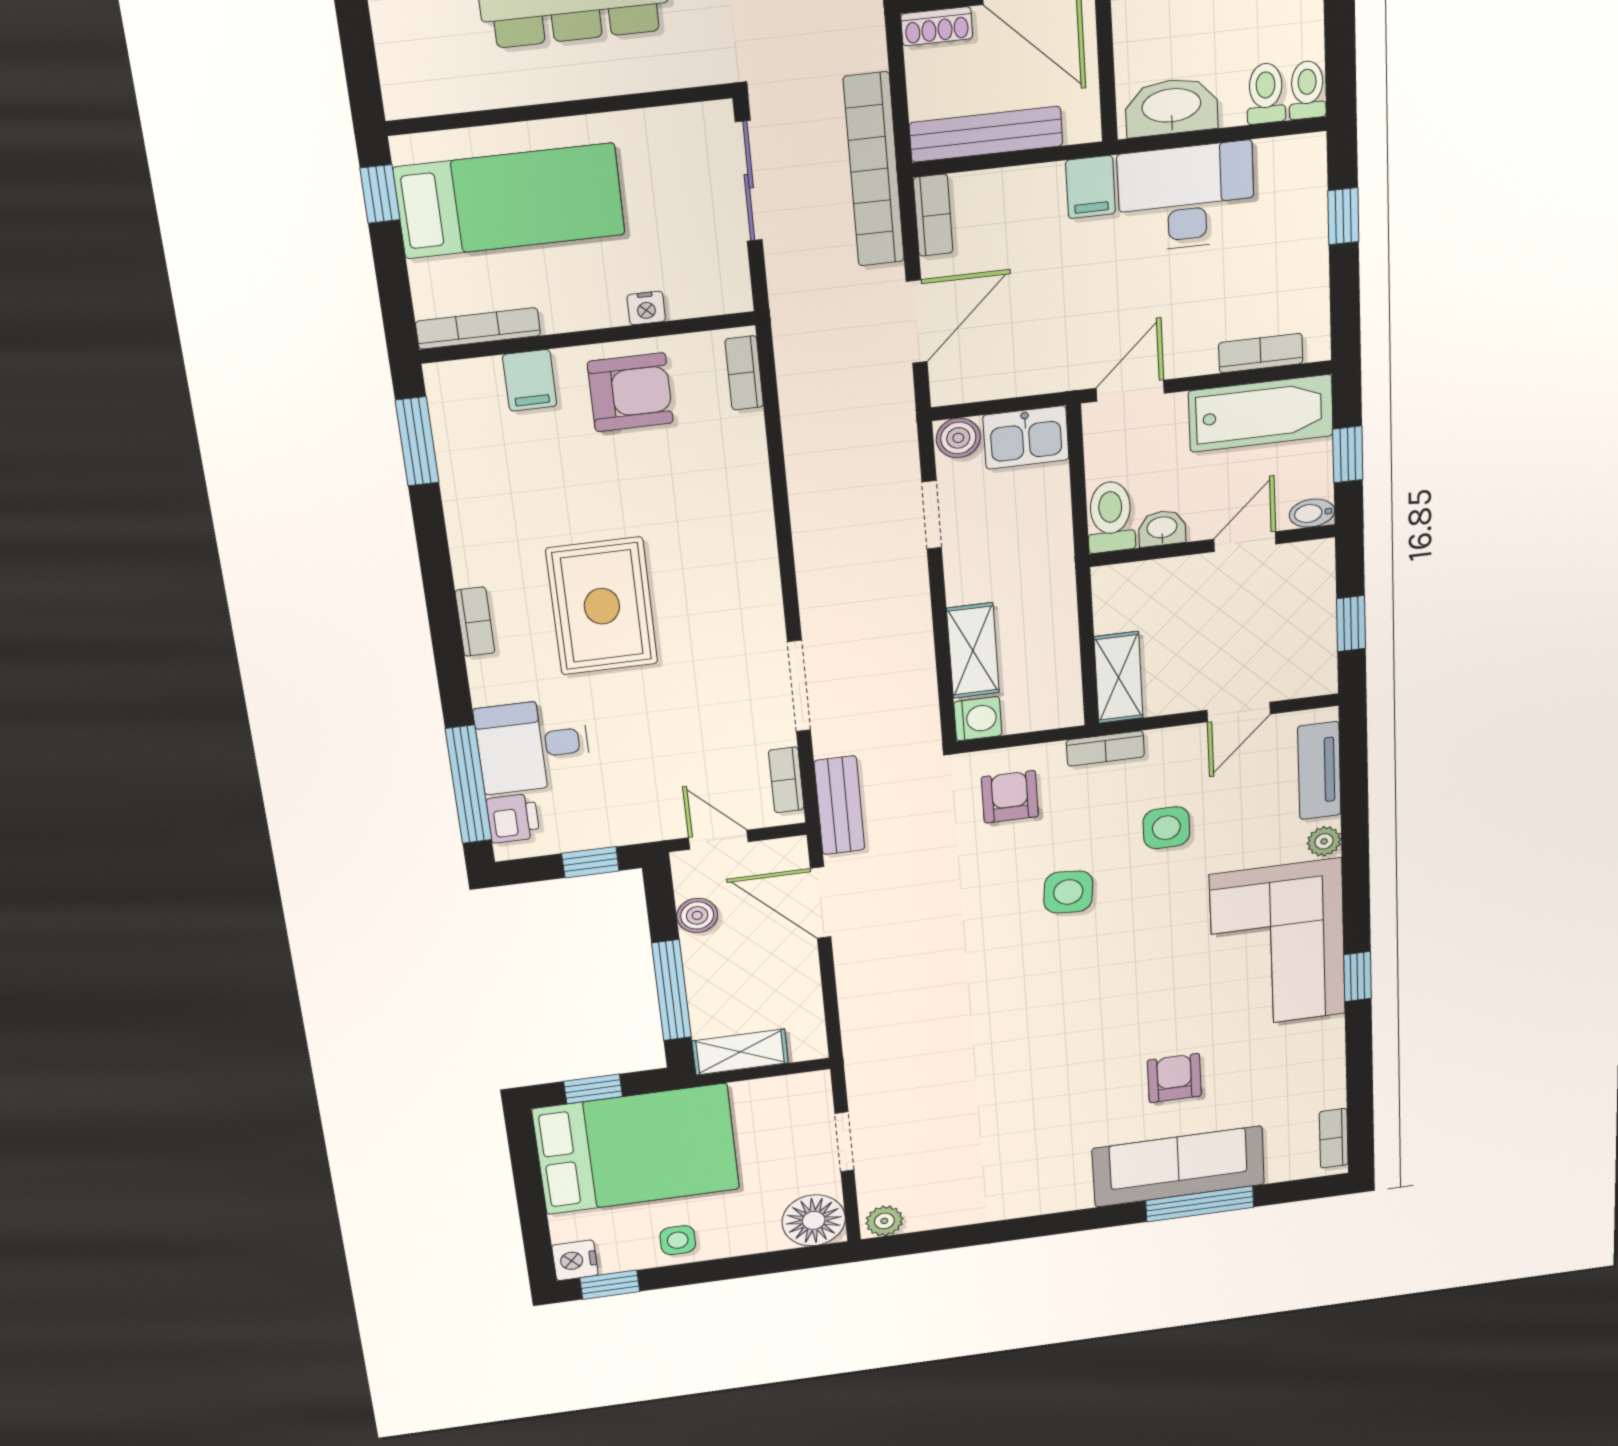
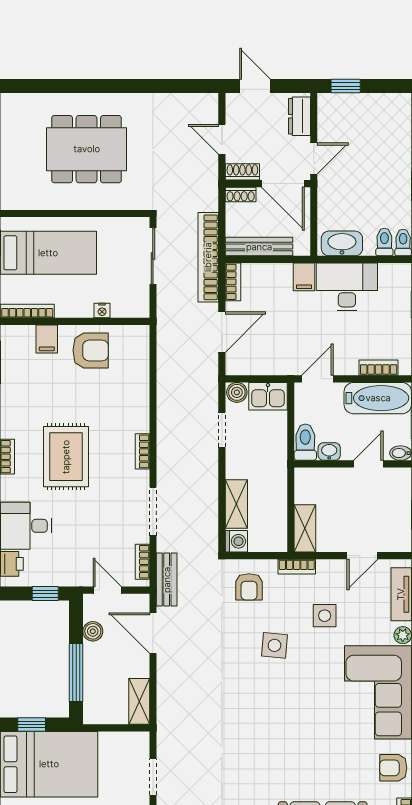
bookcase: (744, 373) -> (142, 451), moved
armchair: (1010, 797) -> (249, 587), turned 180
shelving: (740, 1052) -> (139, 701), moved, turned 90
armchair: (1174, 1078) -> (393, 768), moved, turned -90

